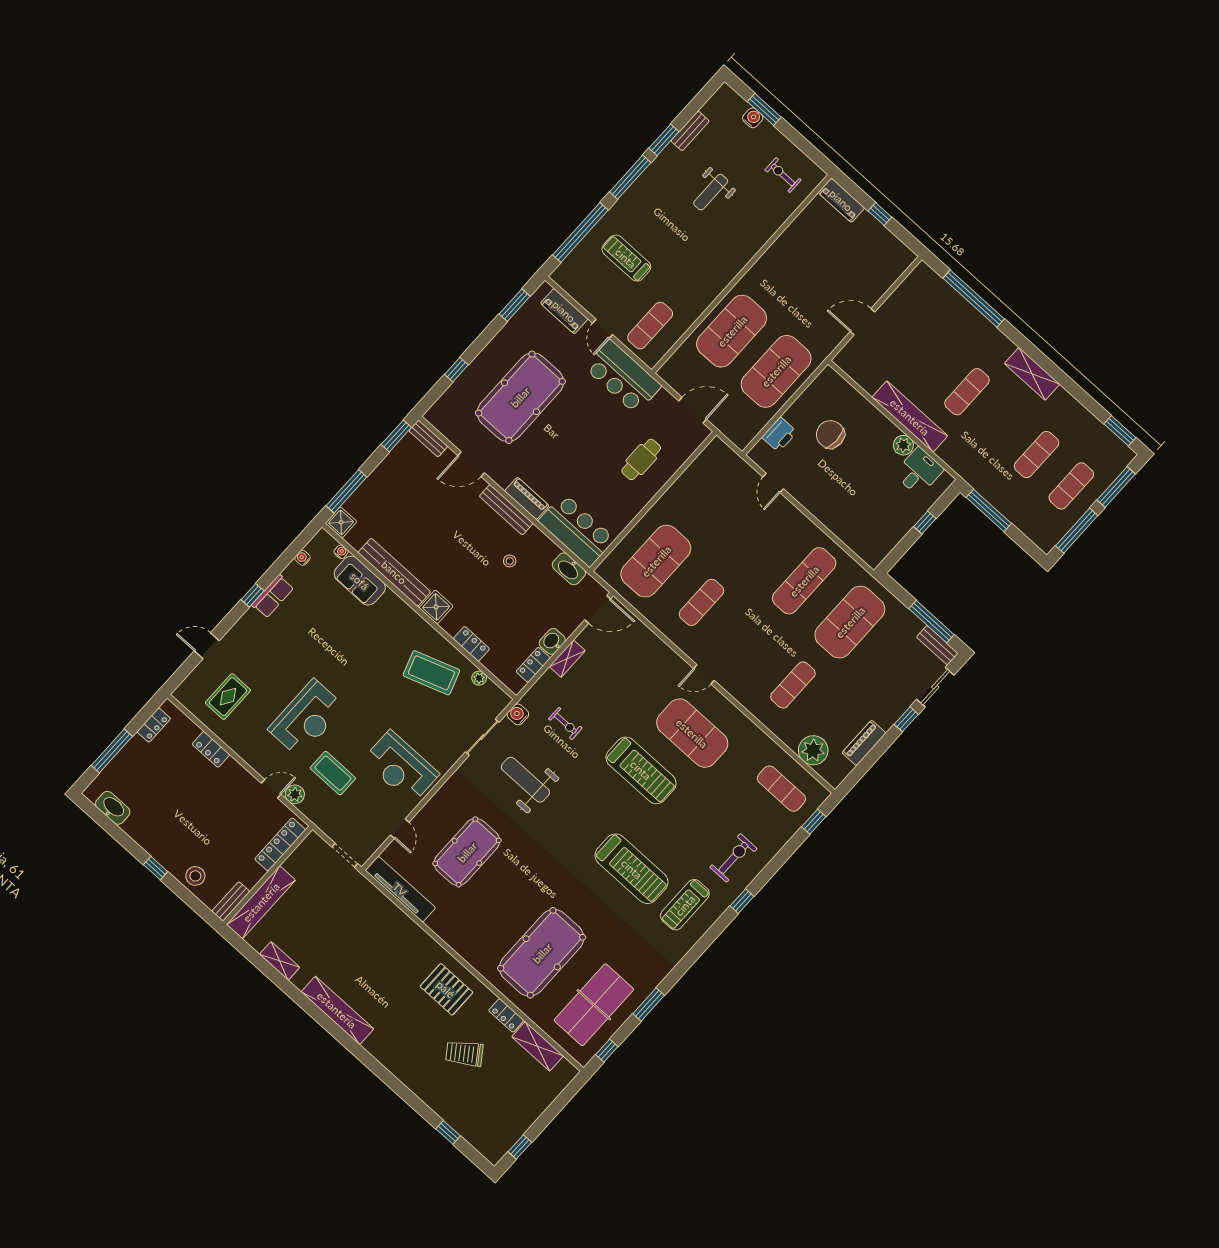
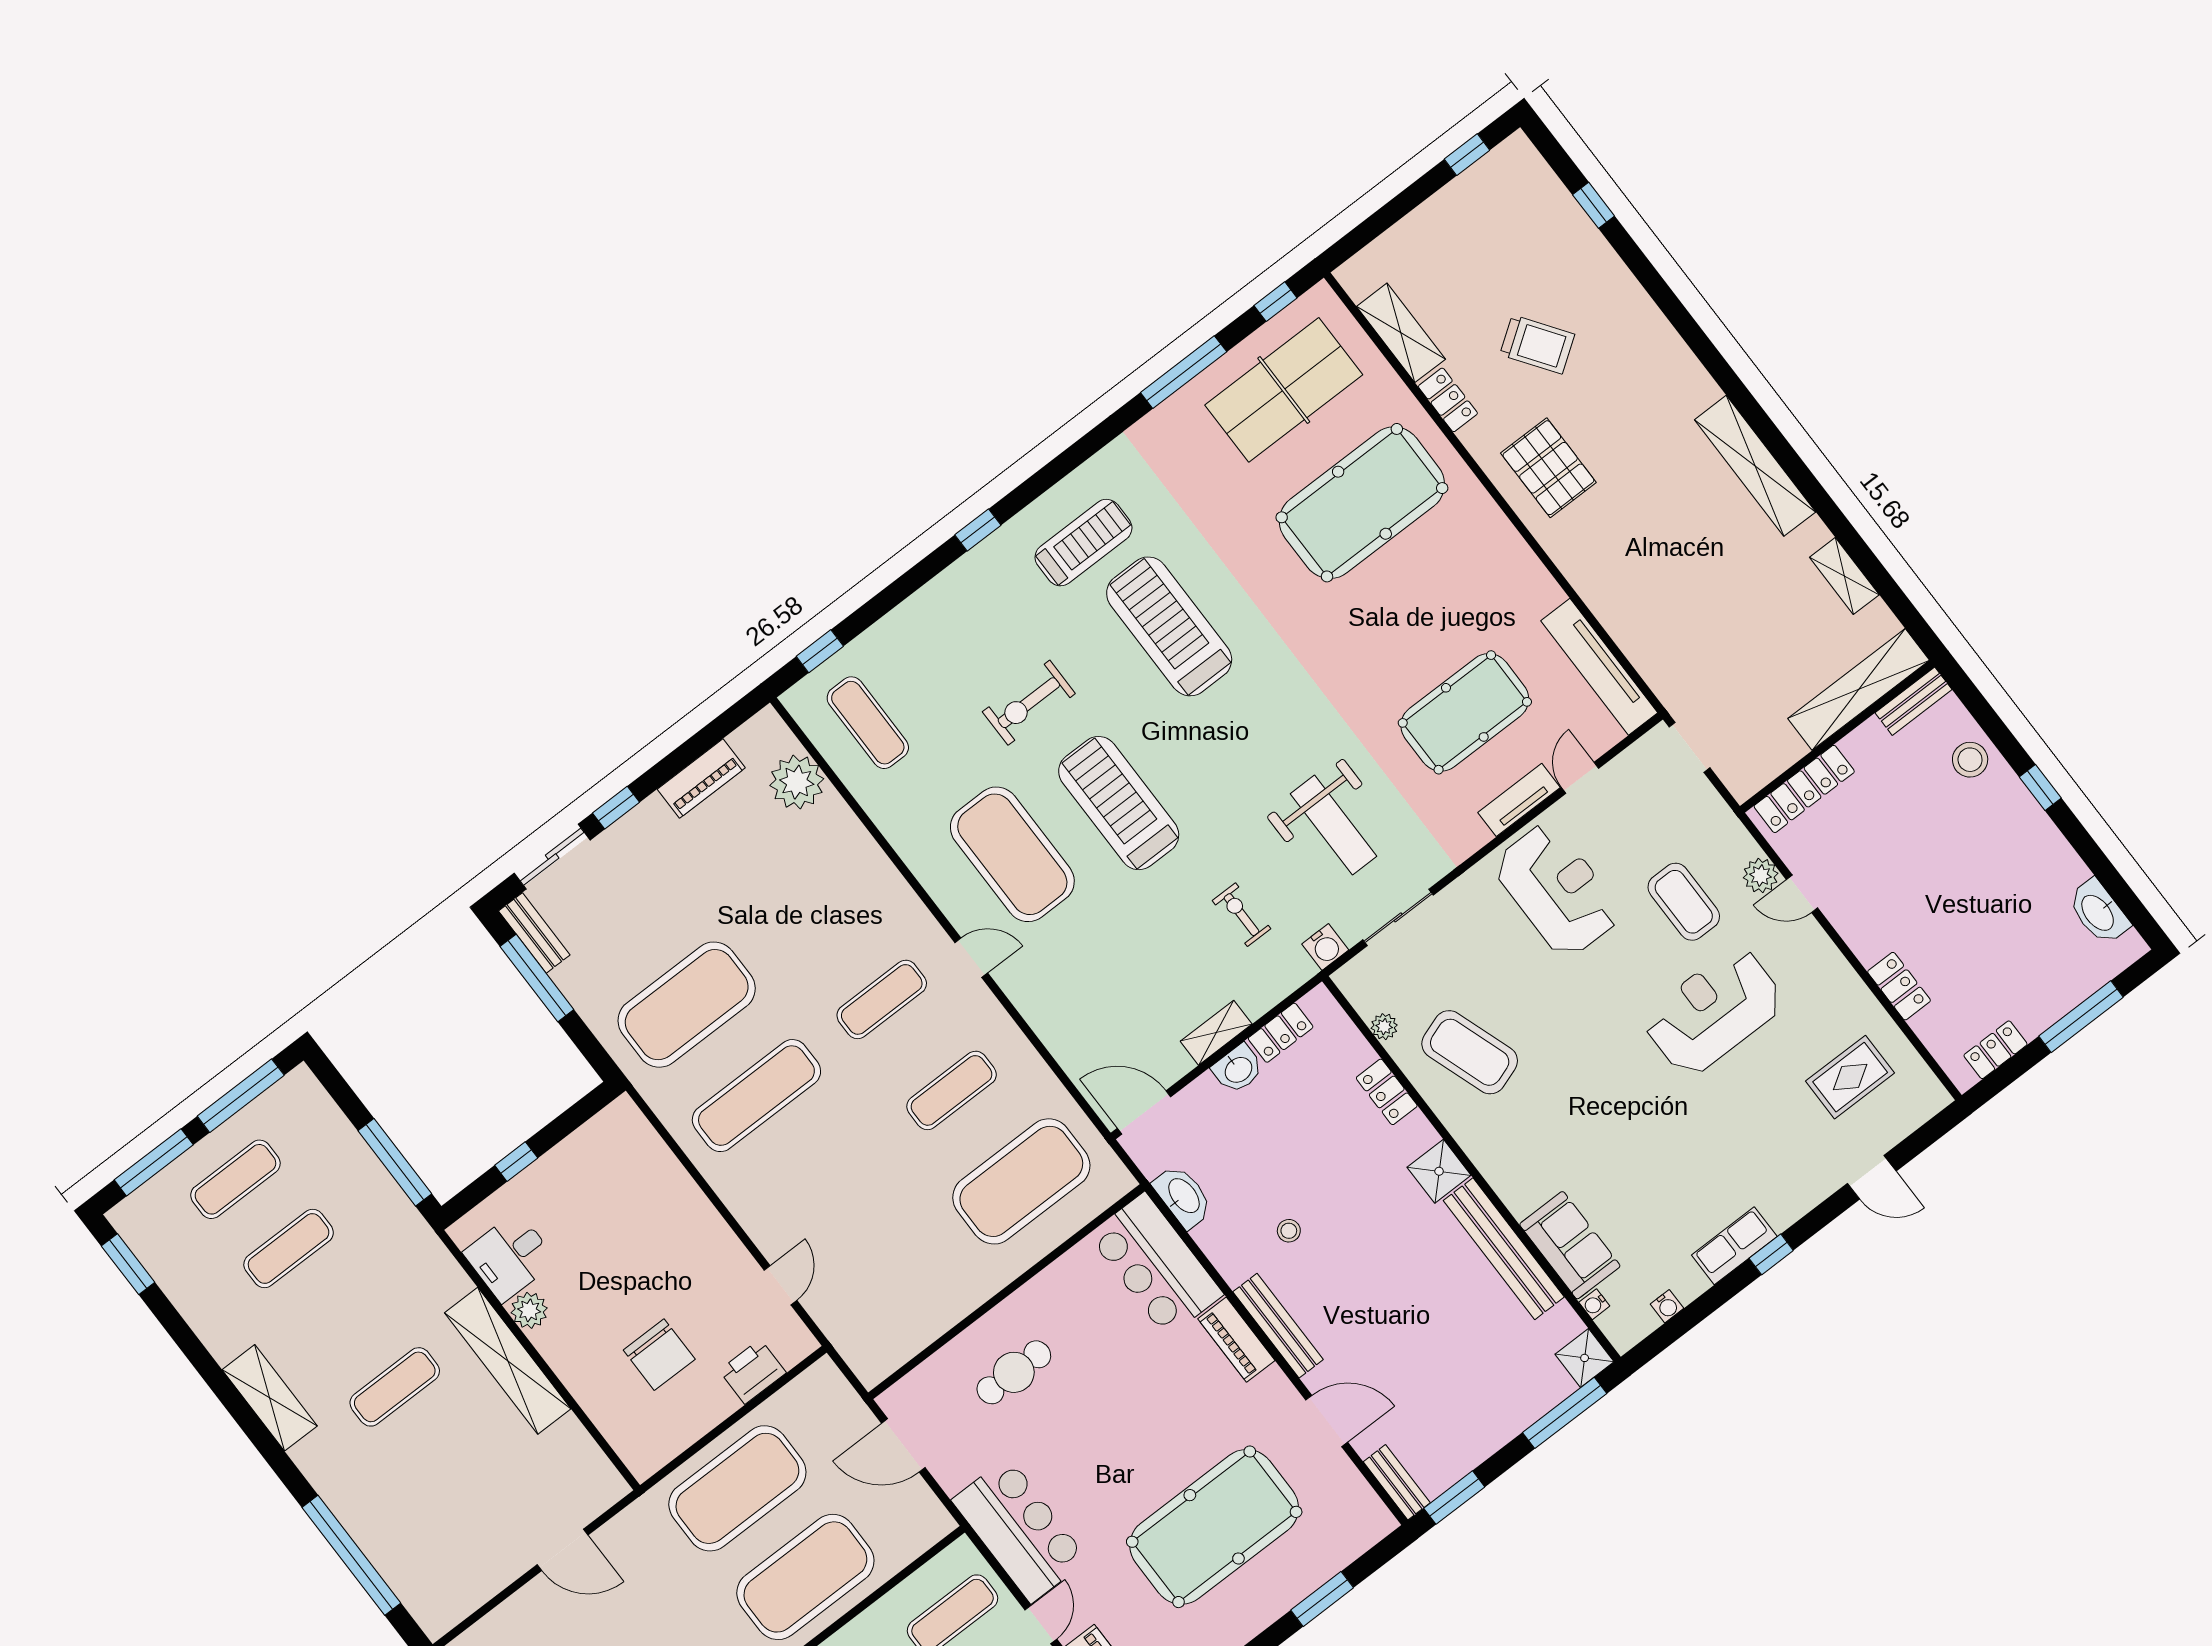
window: (456, 370) -> (1322, 1599), width x1.50
exercise mat: (793, 685) -> (882, 999), moved
tv unit: (430, 811) -> (1519, 800), added
exercise bike: (733, 858) -> (1029, 703), moved
window: (649, 1004) -> (1184, 372), width x1.44

